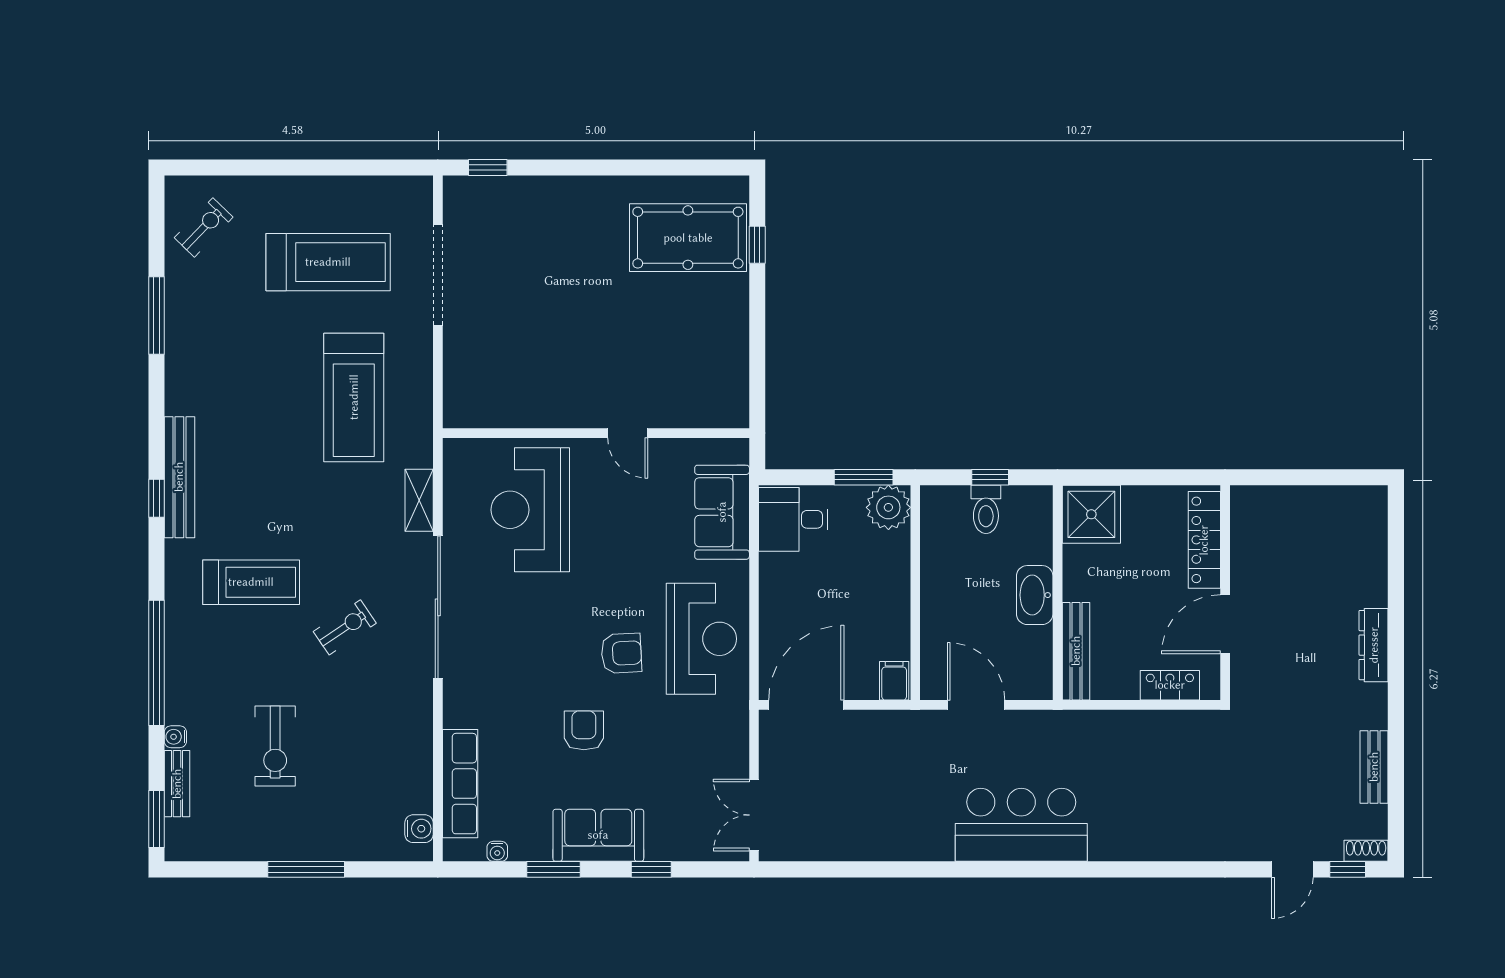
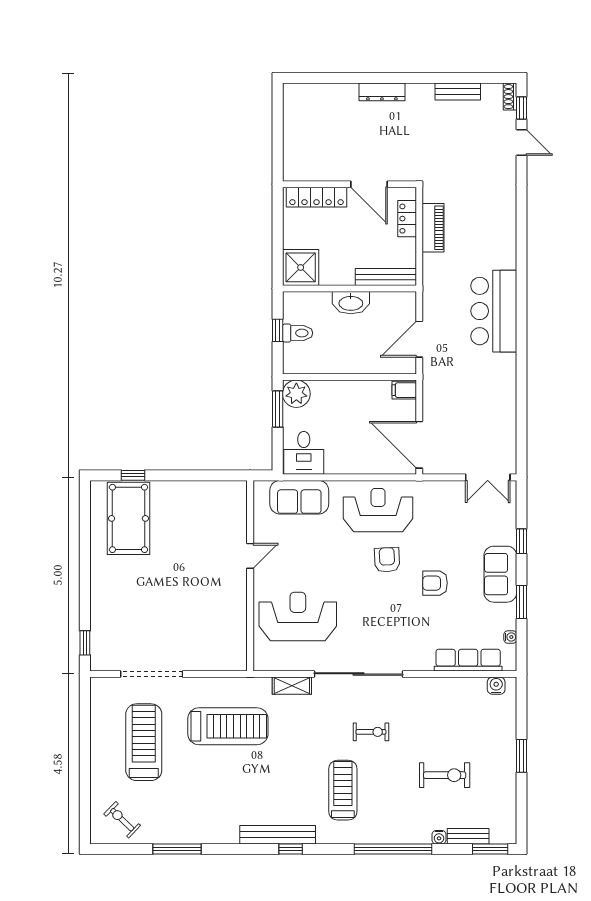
reception desk: (530, 510) -> (298, 616), turned 180
exercise bike: (345, 627) -> (371, 732), turned 124
piano: (1155, 727) -> (433, 228), added
window: (306, 869) -> (522, 756), width x0.69

